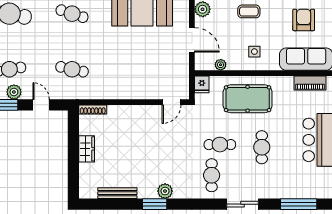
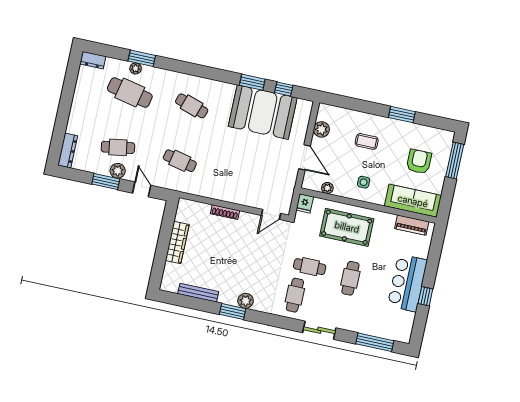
shoe rack: (93, 110) -> (225, 212), moved
wardrobe: (87, 149) -> (177, 242), width x1.50

